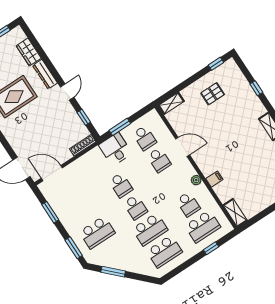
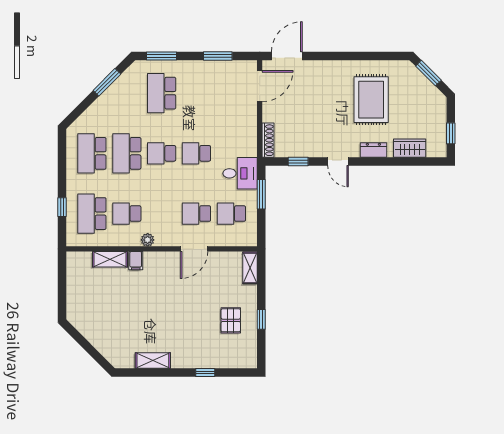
window: (216, 64) -> (261, 319), moved
dresser: (45, 74) -> (373, 150), width x0.70
shelving: (235, 213) -> (110, 259), moved

